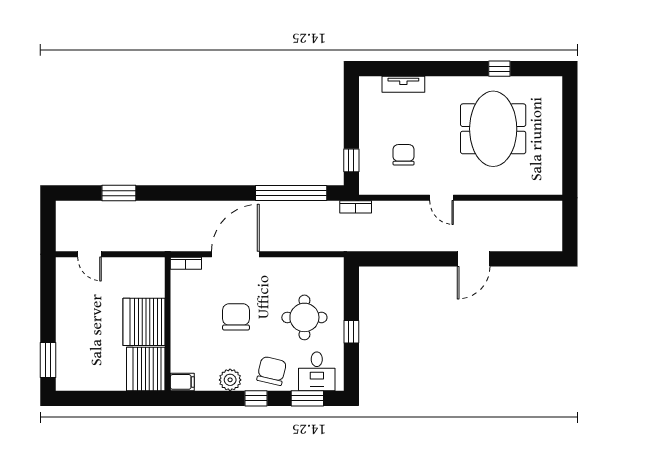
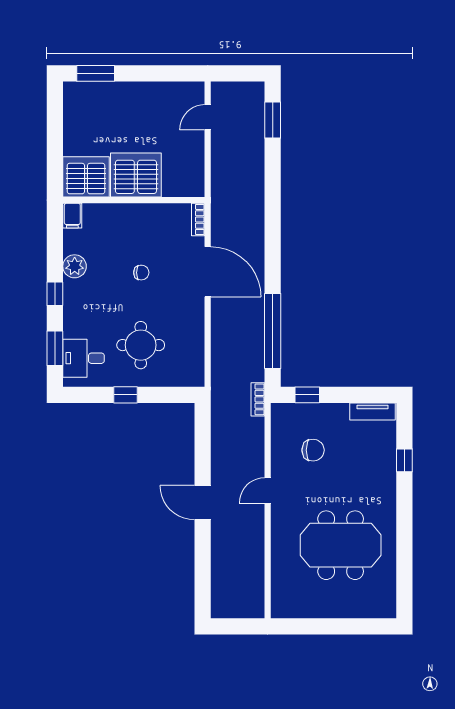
window: (499, 69) -> (404, 460), moved
tv unit: (403, 84) -> (372, 411), moved, turned -90
window: (119, 193) -> (273, 120), moved
door: (474, 259) -> (203, 503), moved
chair: (236, 317) -> (141, 273), width x0.54, depth x0.54
chair: (272, 371) -> (84, 310), removed

